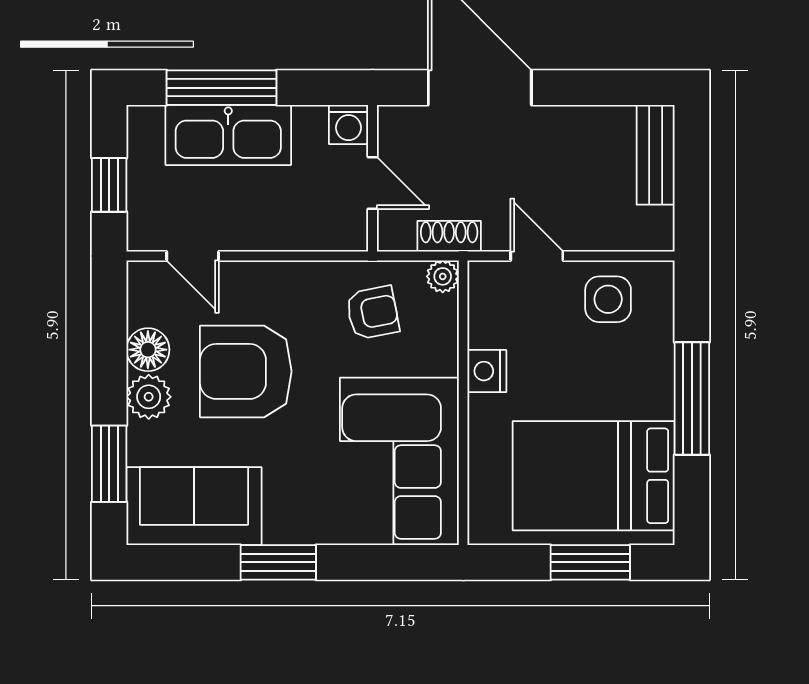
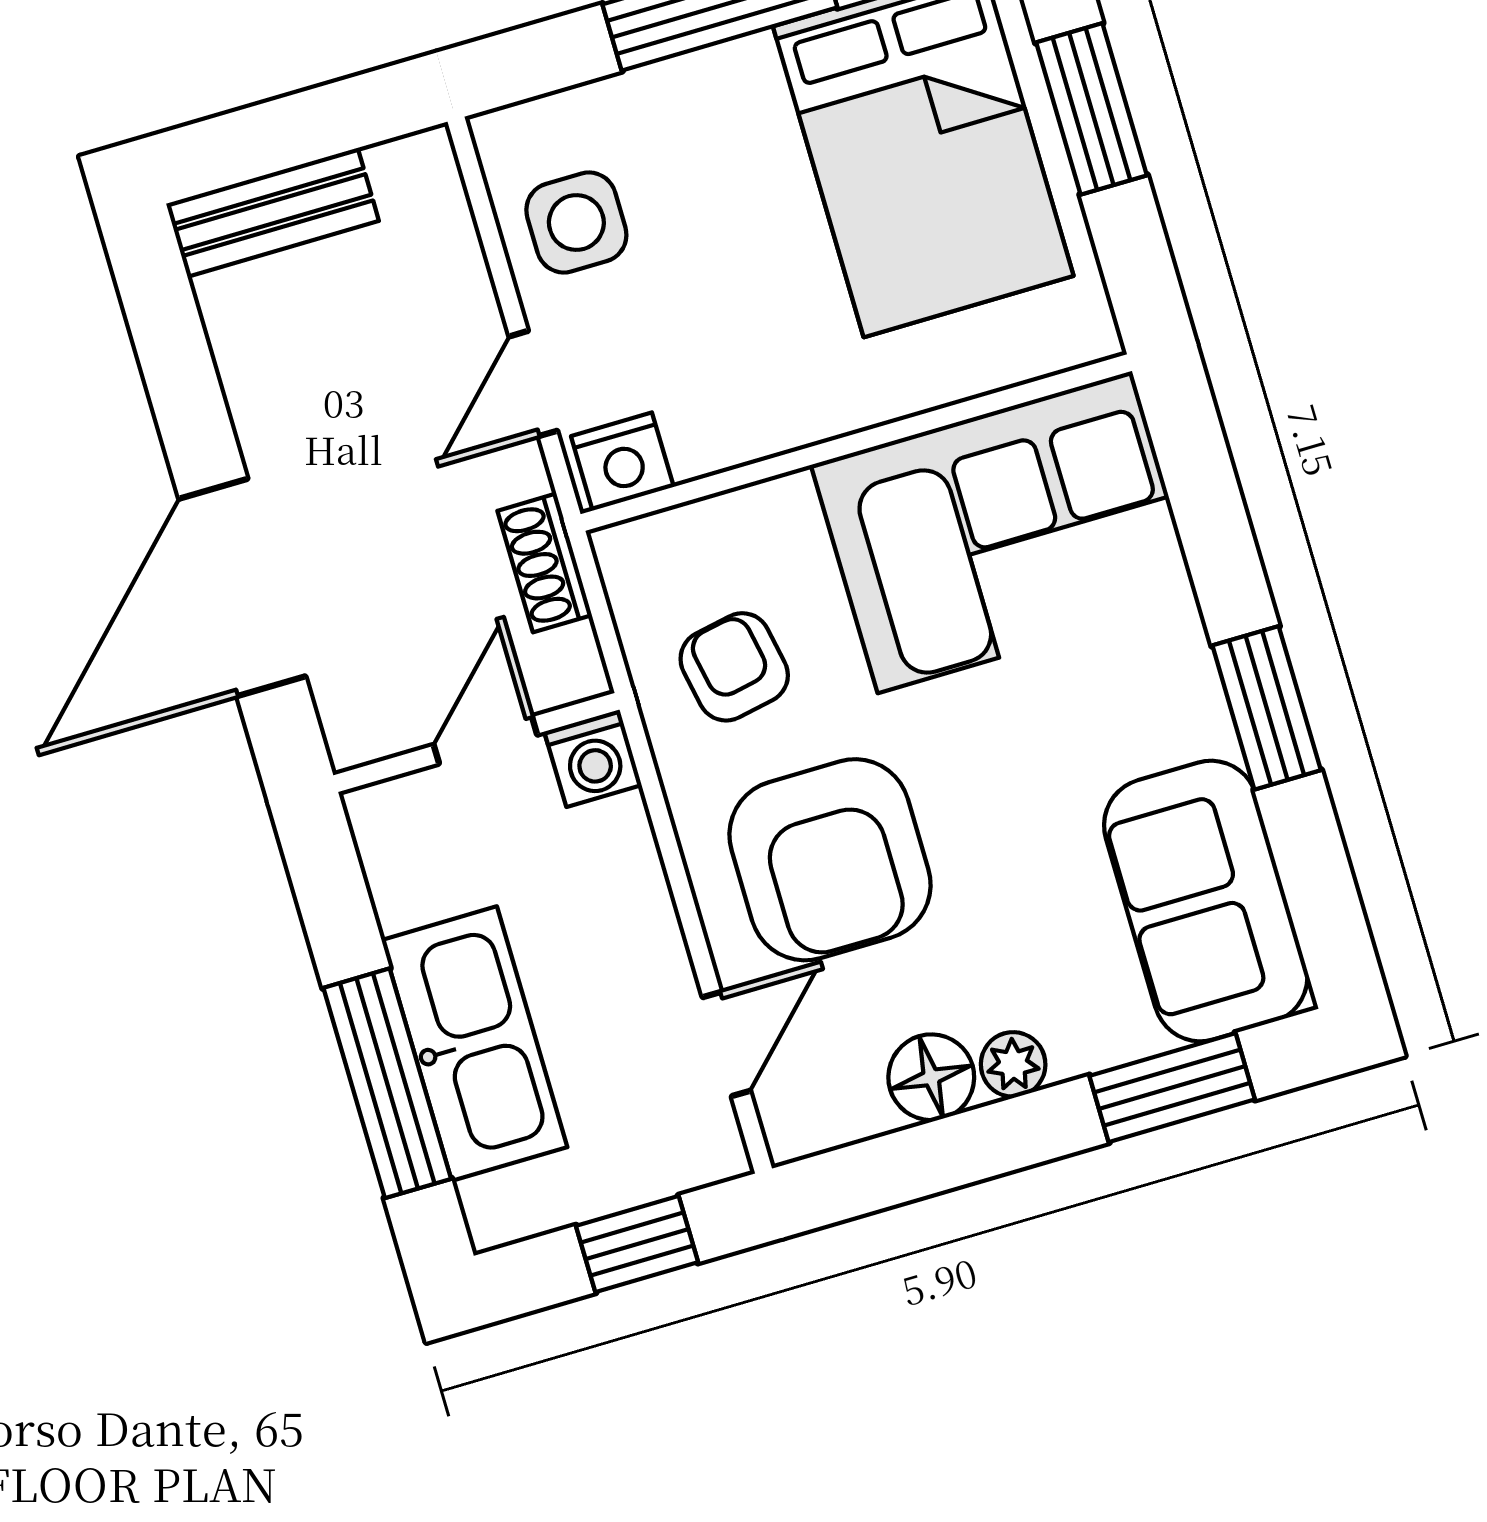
washing machine: (349, 125) -> (593, 758), moved, turned 90
plant: (443, 276) -> (625, 553), removed
armchair: (246, 371) -> (830, 860), moved
nightstand: (487, 371) -> (622, 461), moved
plant: (149, 397) -> (1013, 1064), width x0.73, depth x0.73

